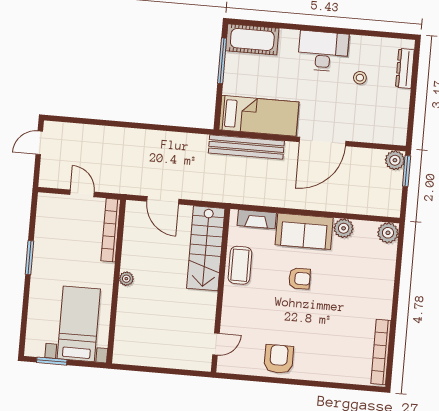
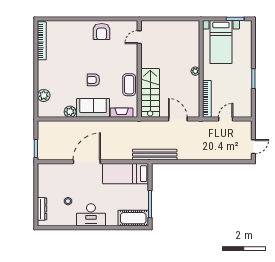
bench: (246, 147) -> (155, 155), moved
plant: (395, 160) -> (43, 154), removed
door: (82, 193) -> (226, 119), swing flipped
plant: (388, 233) -> (44, 95), moved

